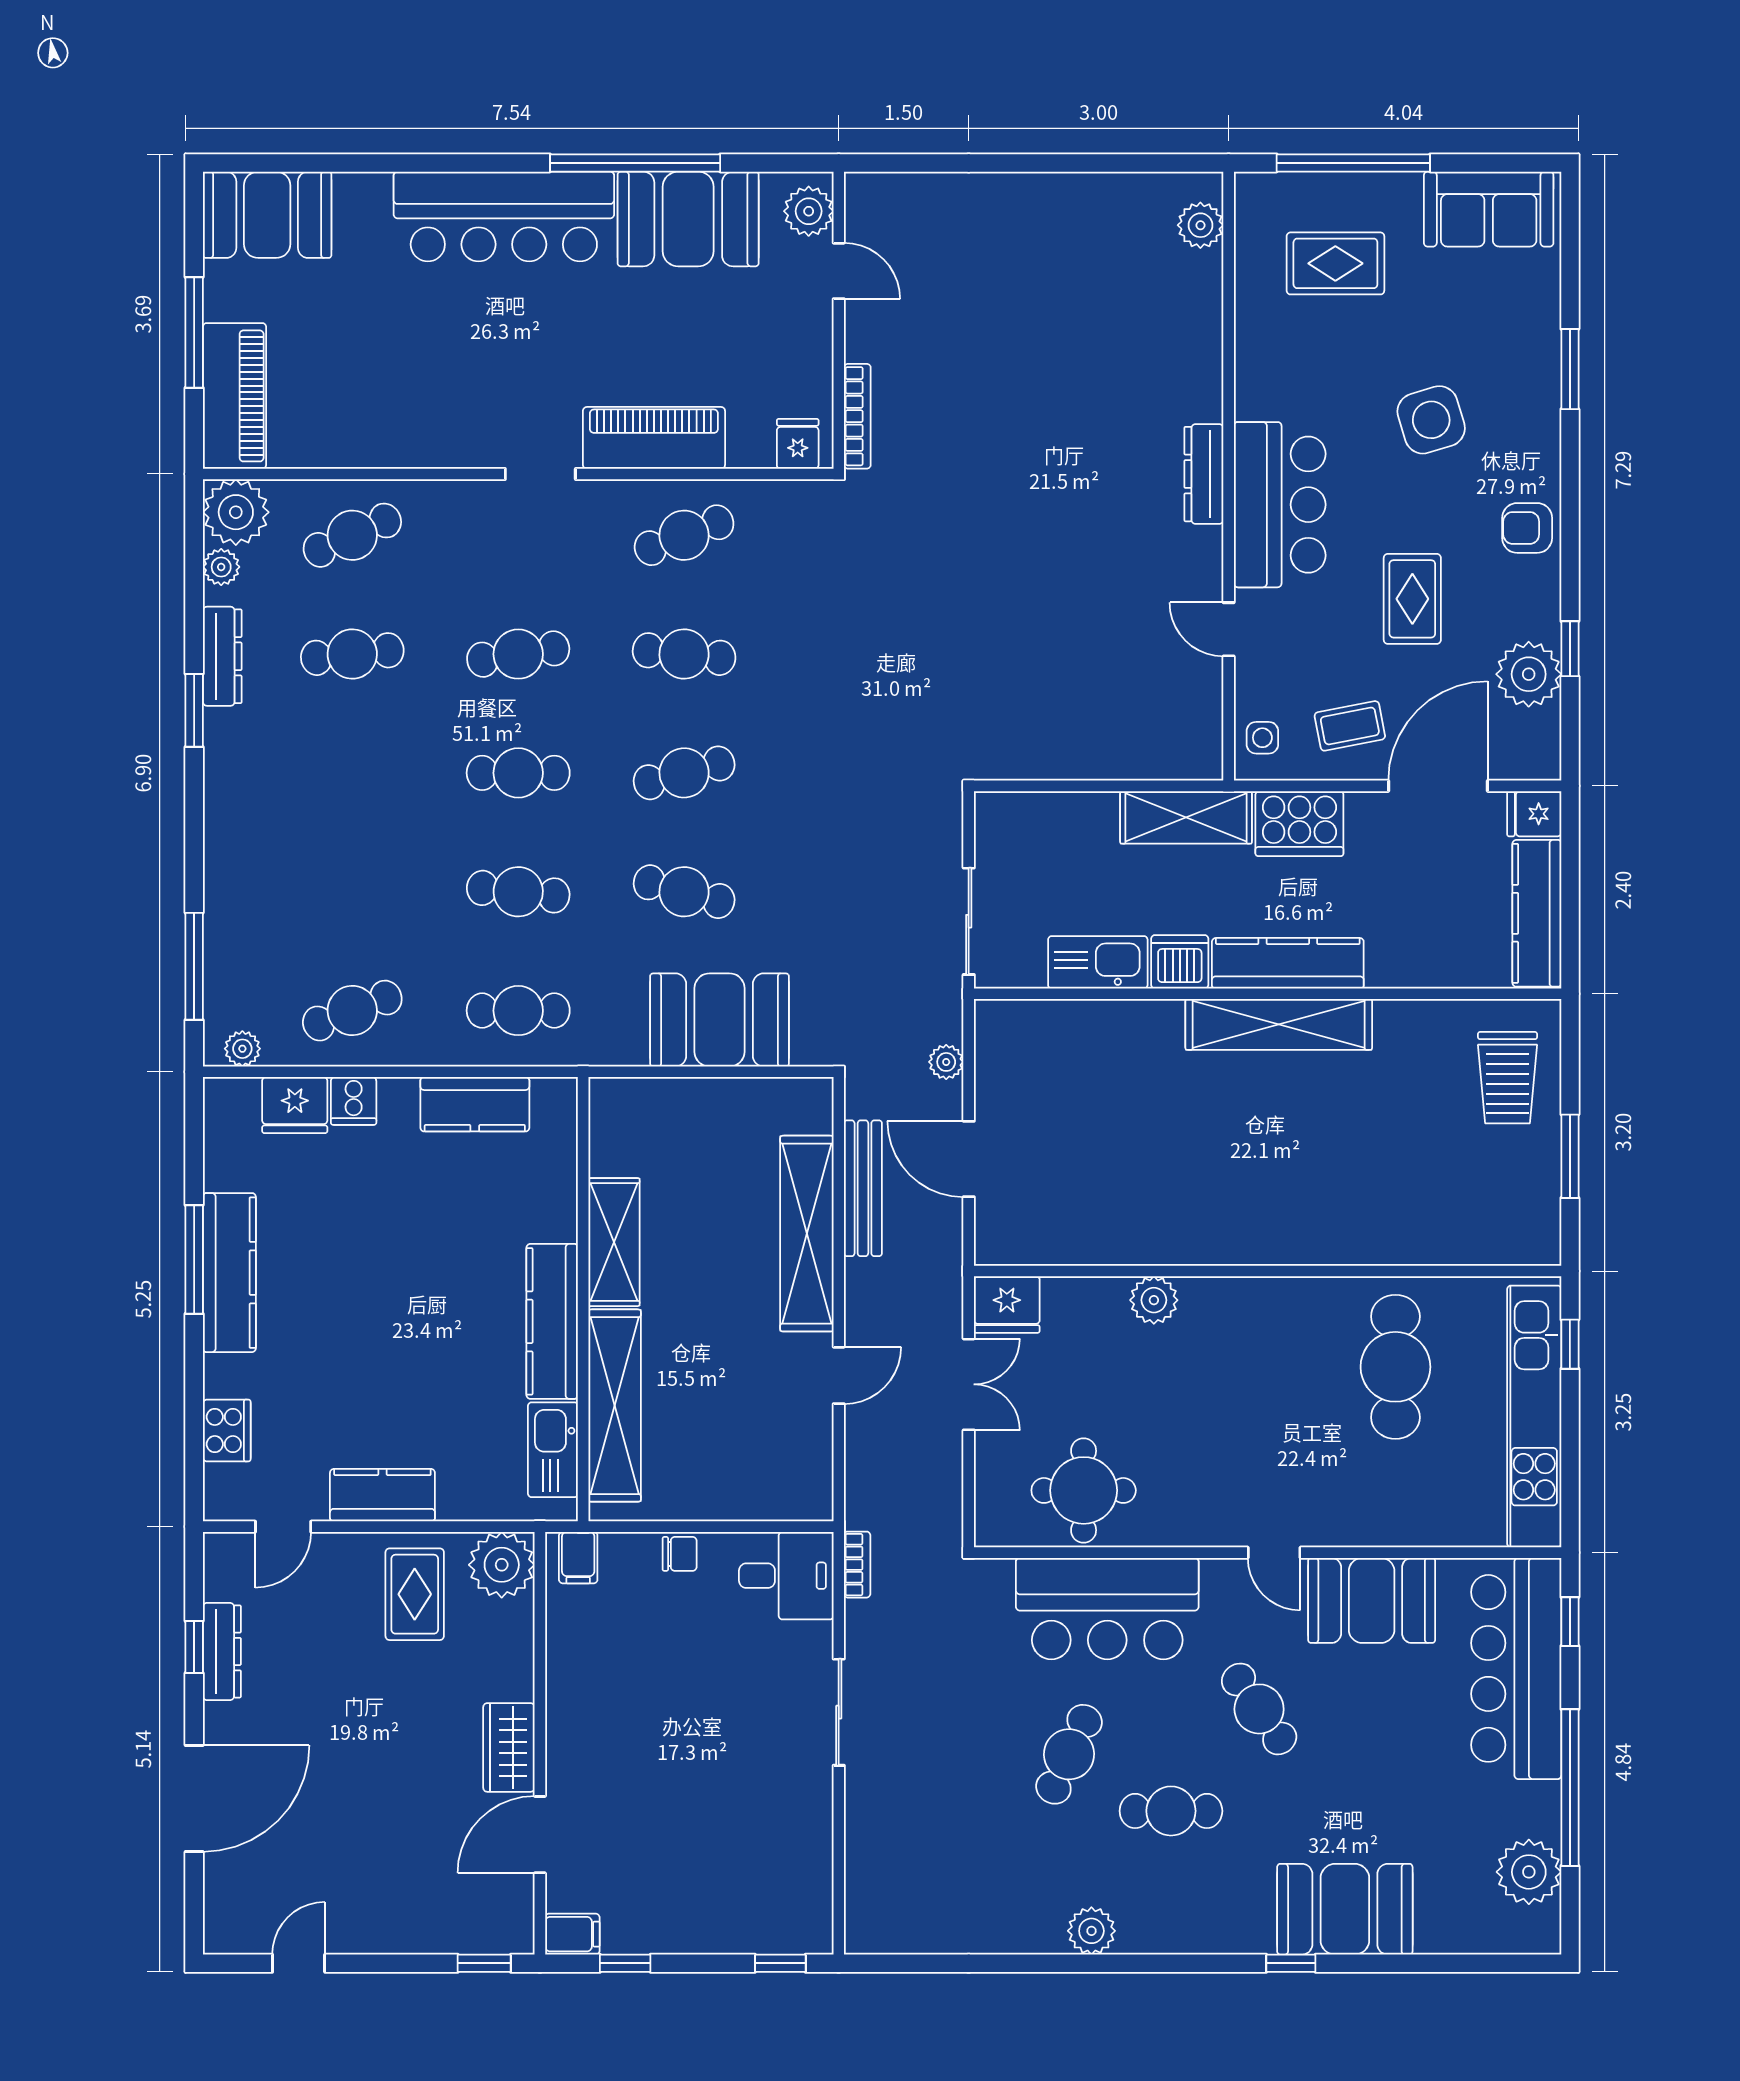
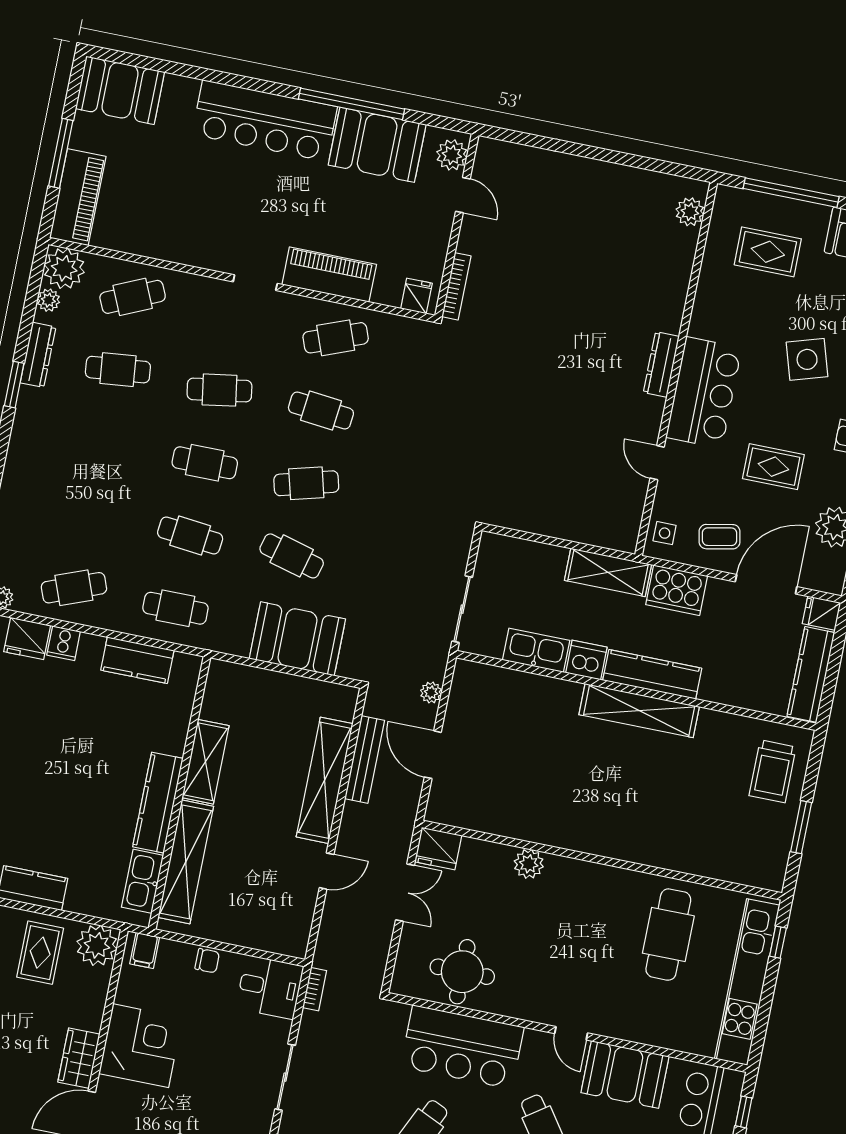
rug: (1412, 599) -> (773, 467), turned 90
corner desk: (602, 1708) -> (141, 1046), added

